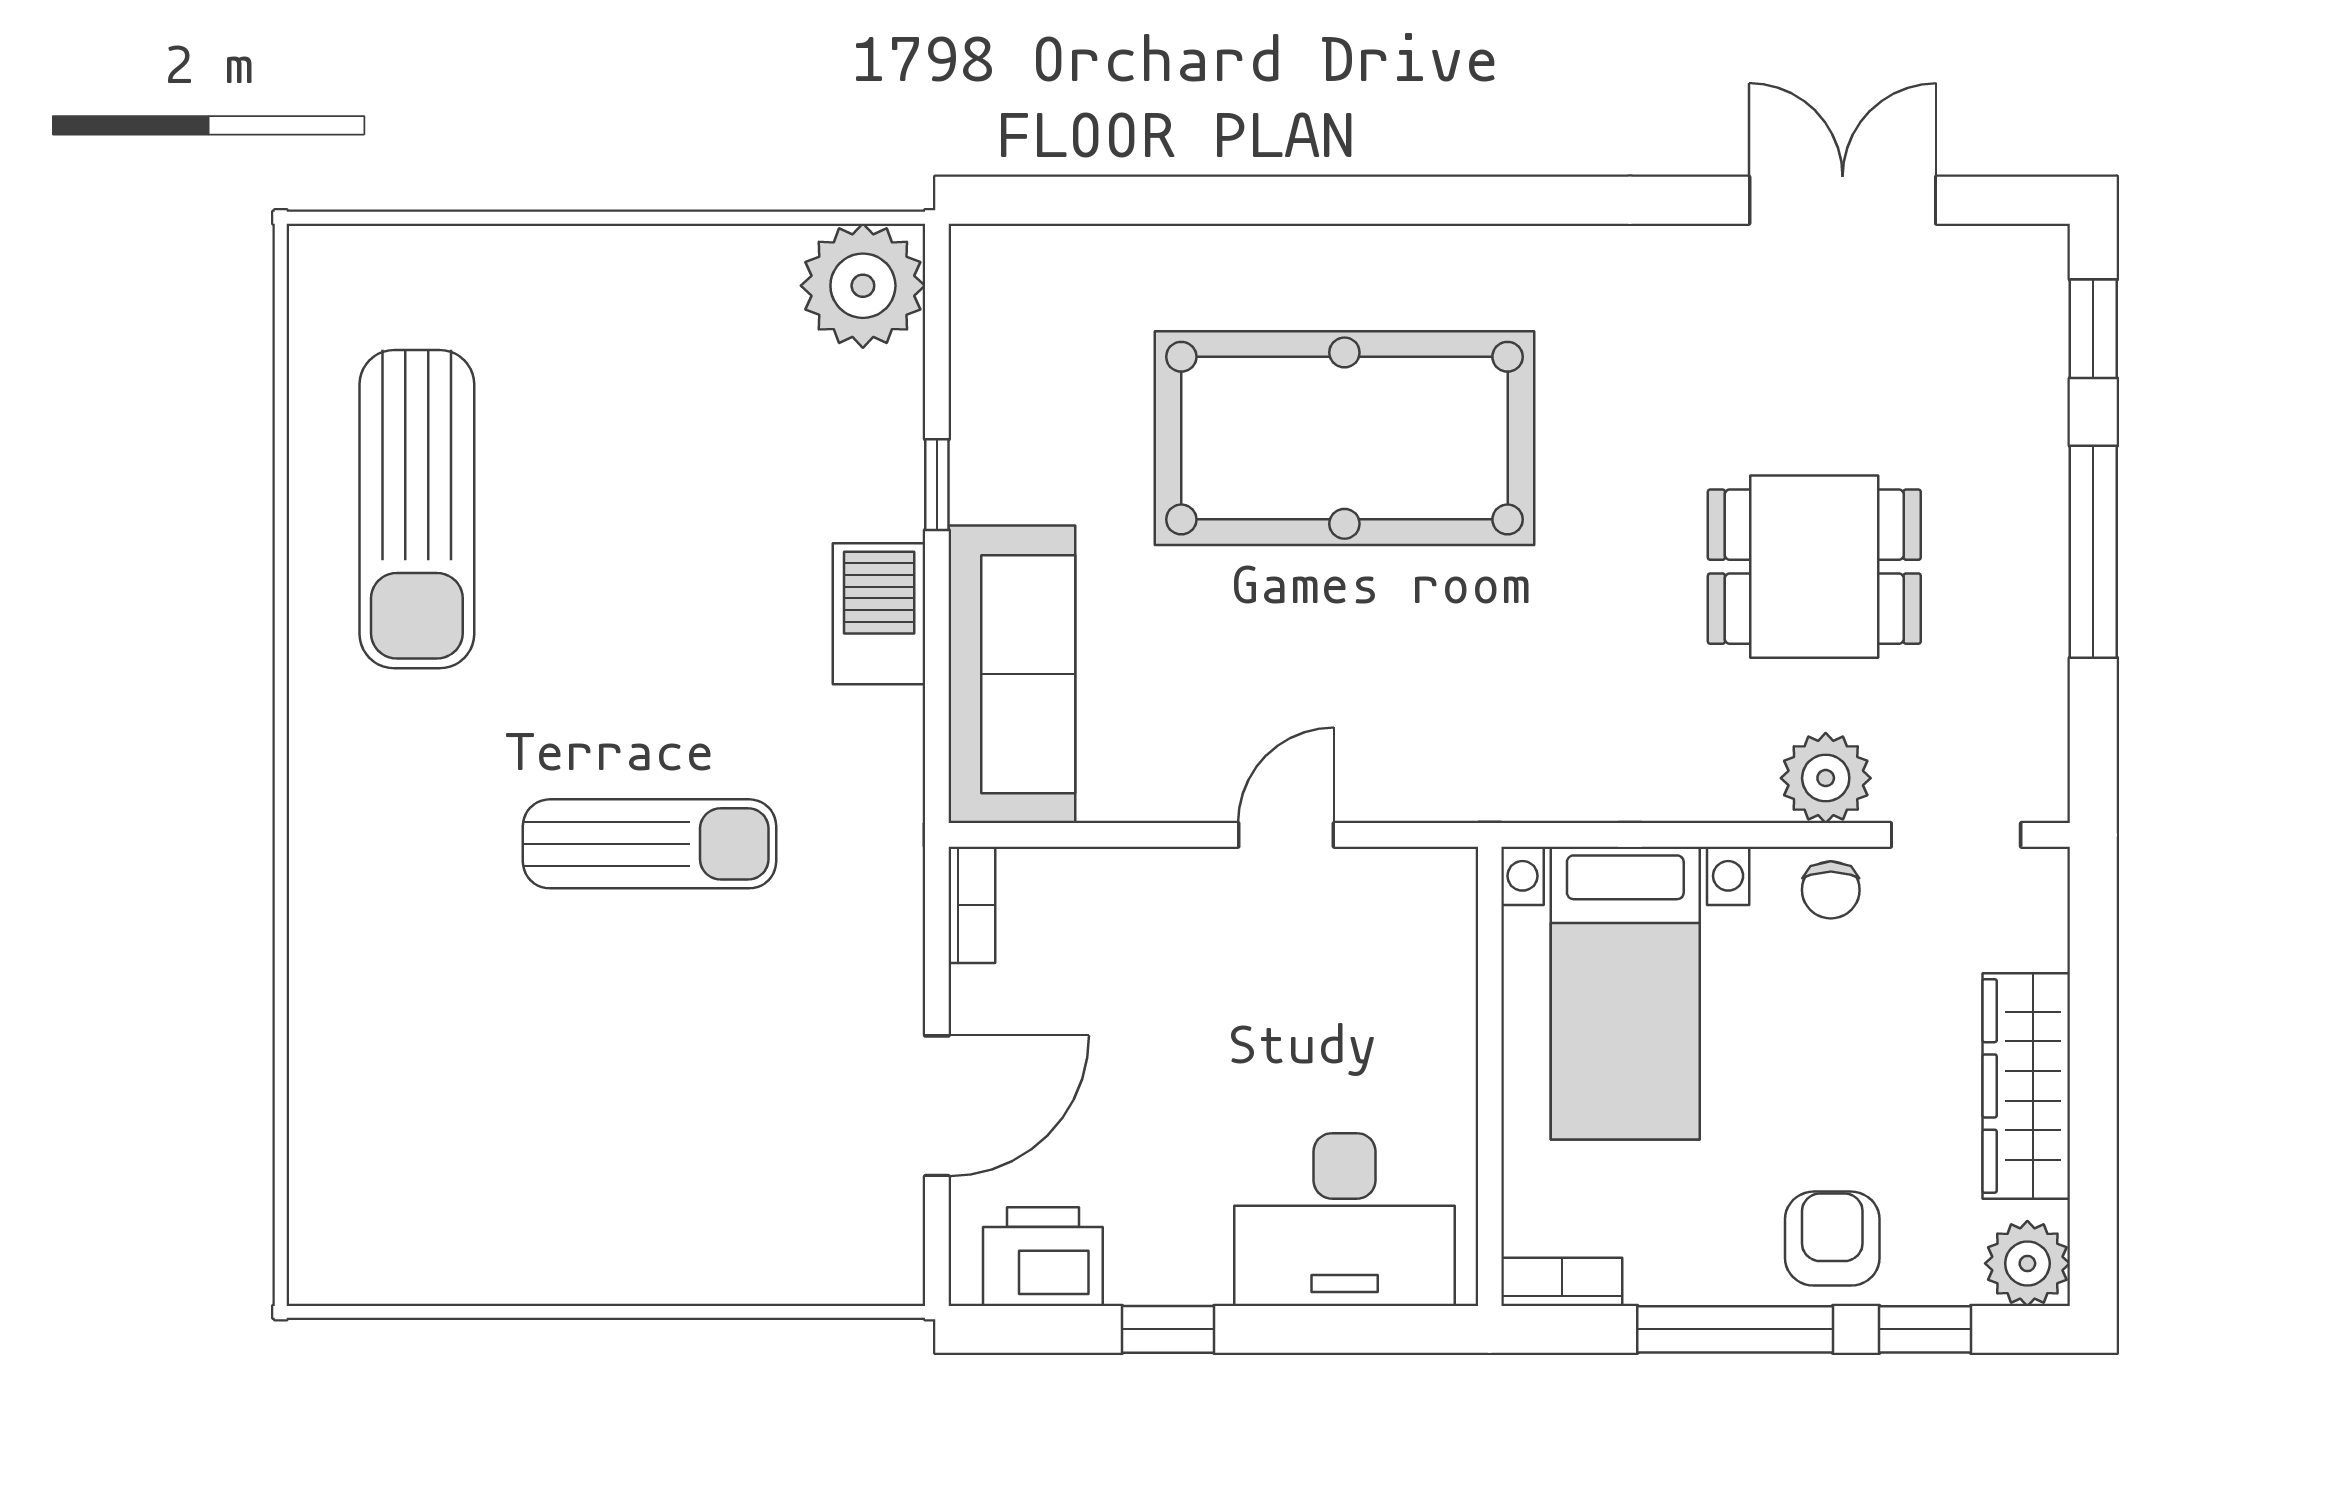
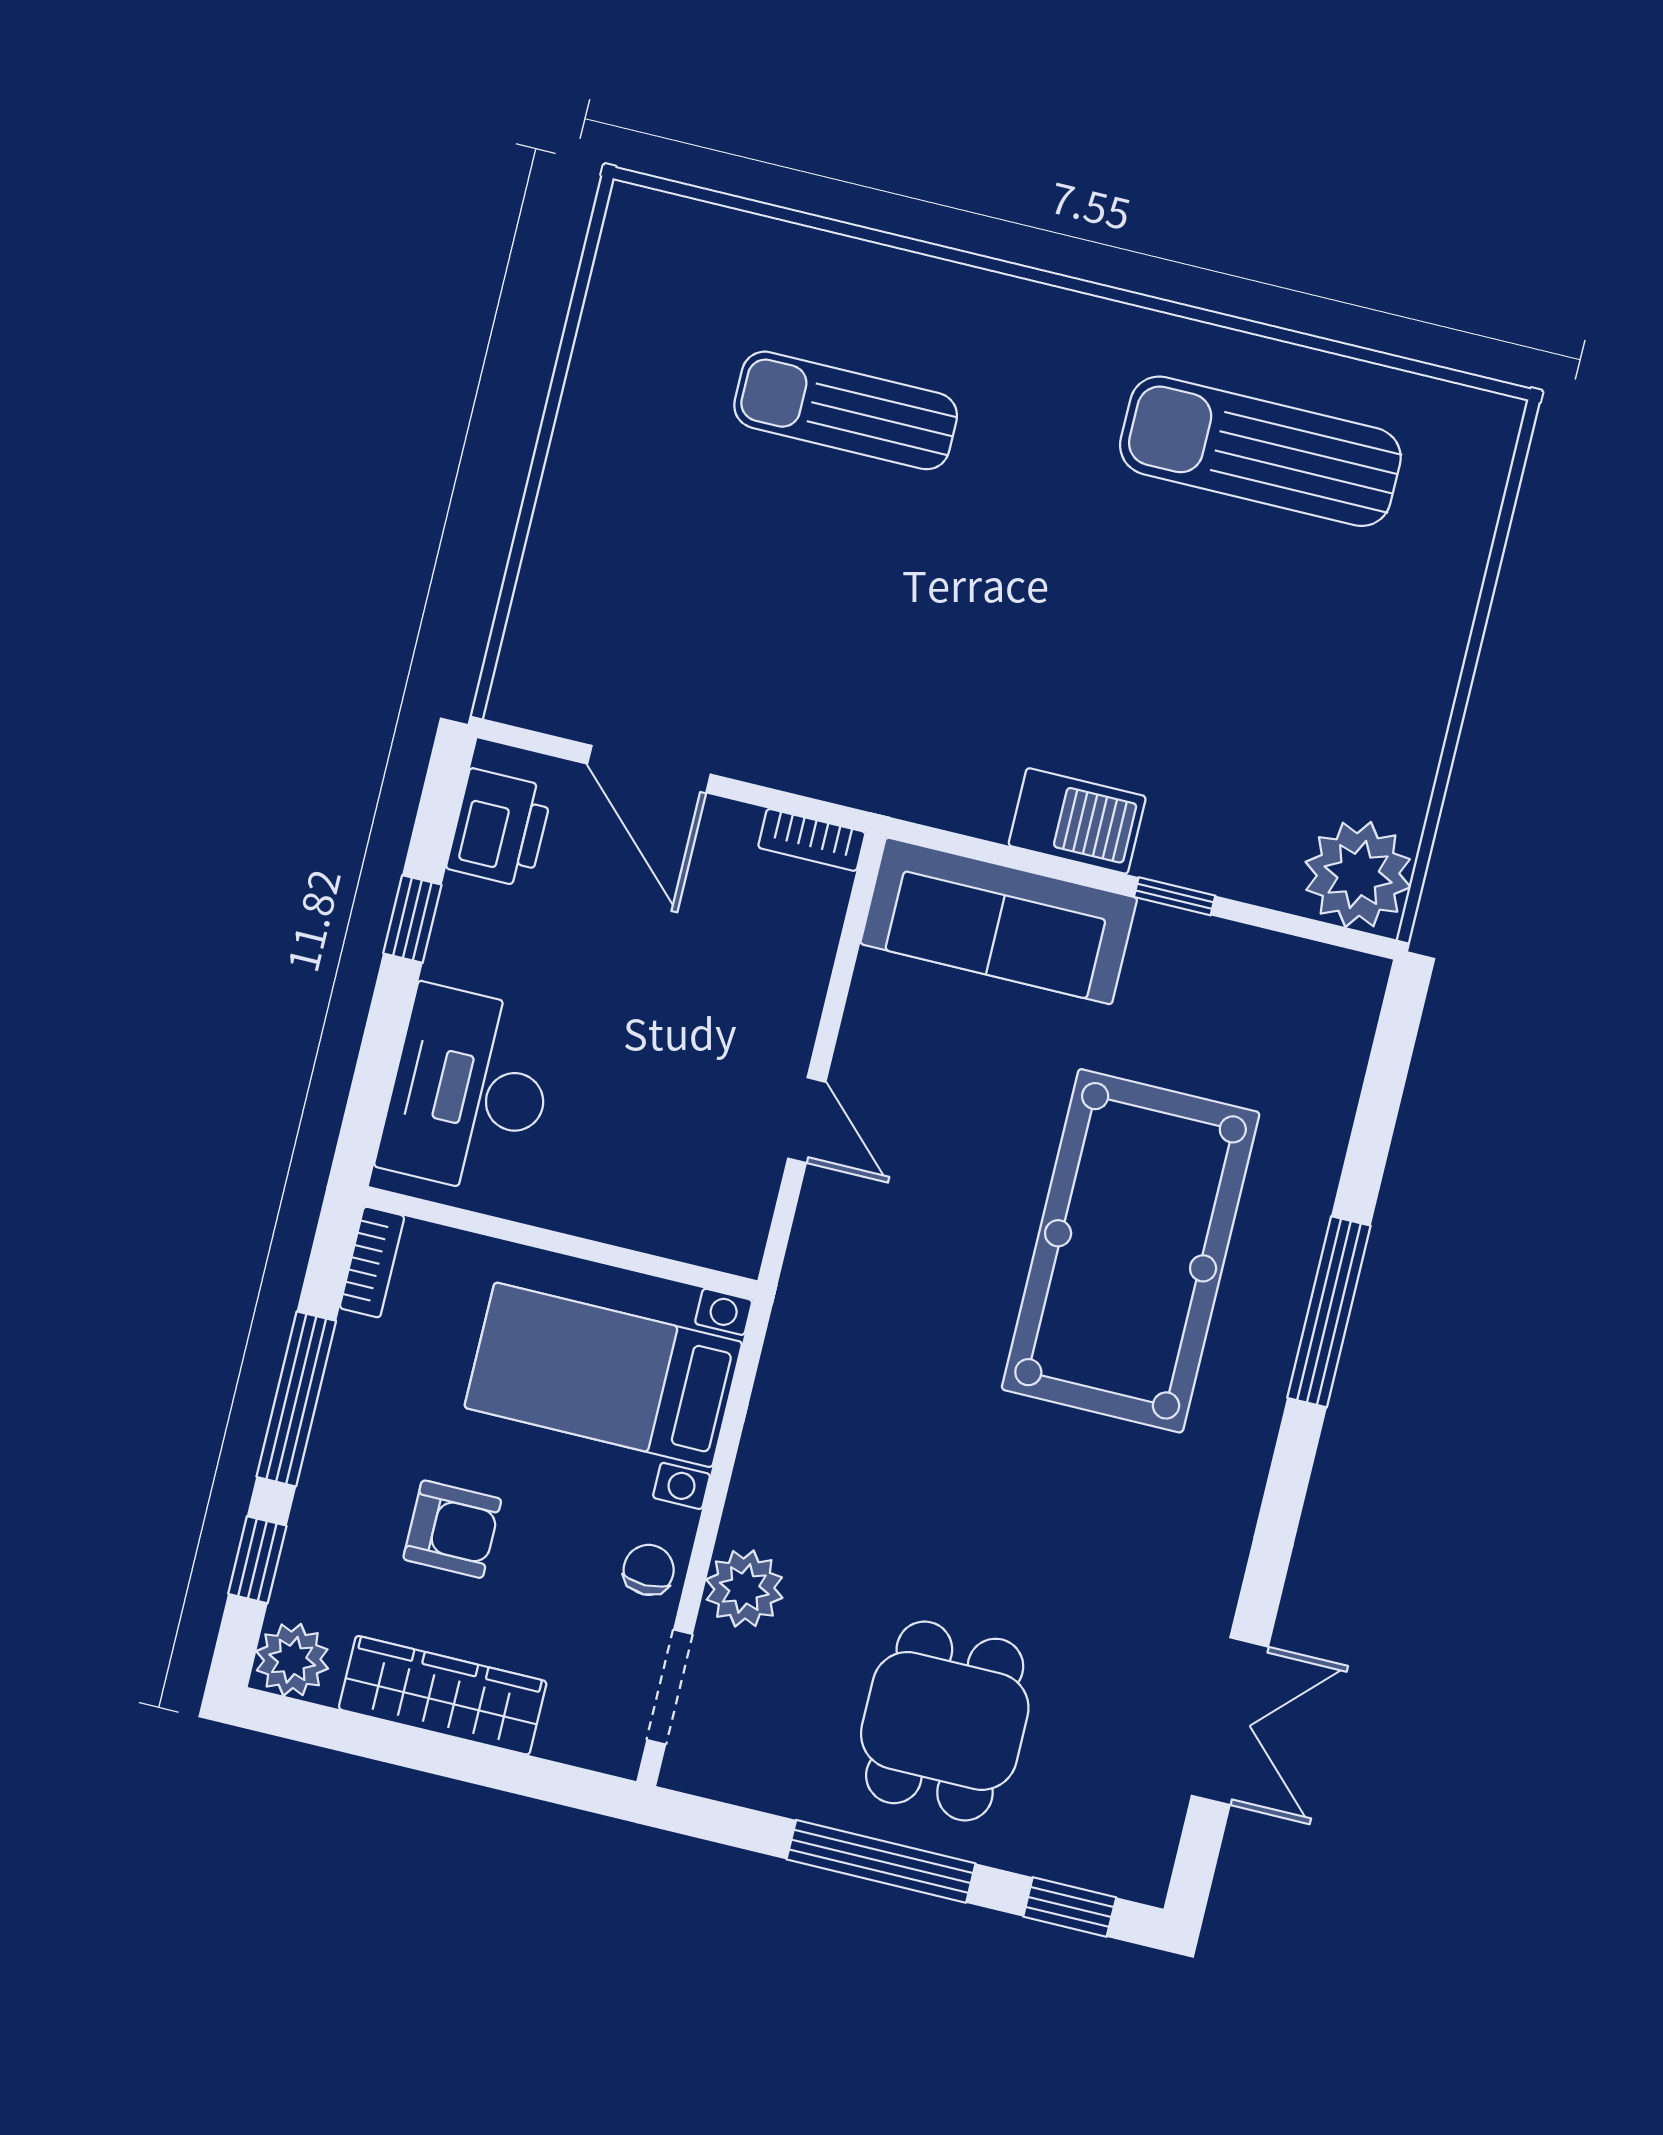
window: (1359, 200) -> (1329, 1312), added
dining table: (1814, 567) -> (945, 1721), moved
sun lounger: (649, 844) -> (846, 410), moved, turned 90
chair: (1831, 890) -> (649, 1570), turned 90
armchair: (1832, 1239) -> (452, 1529), moved

